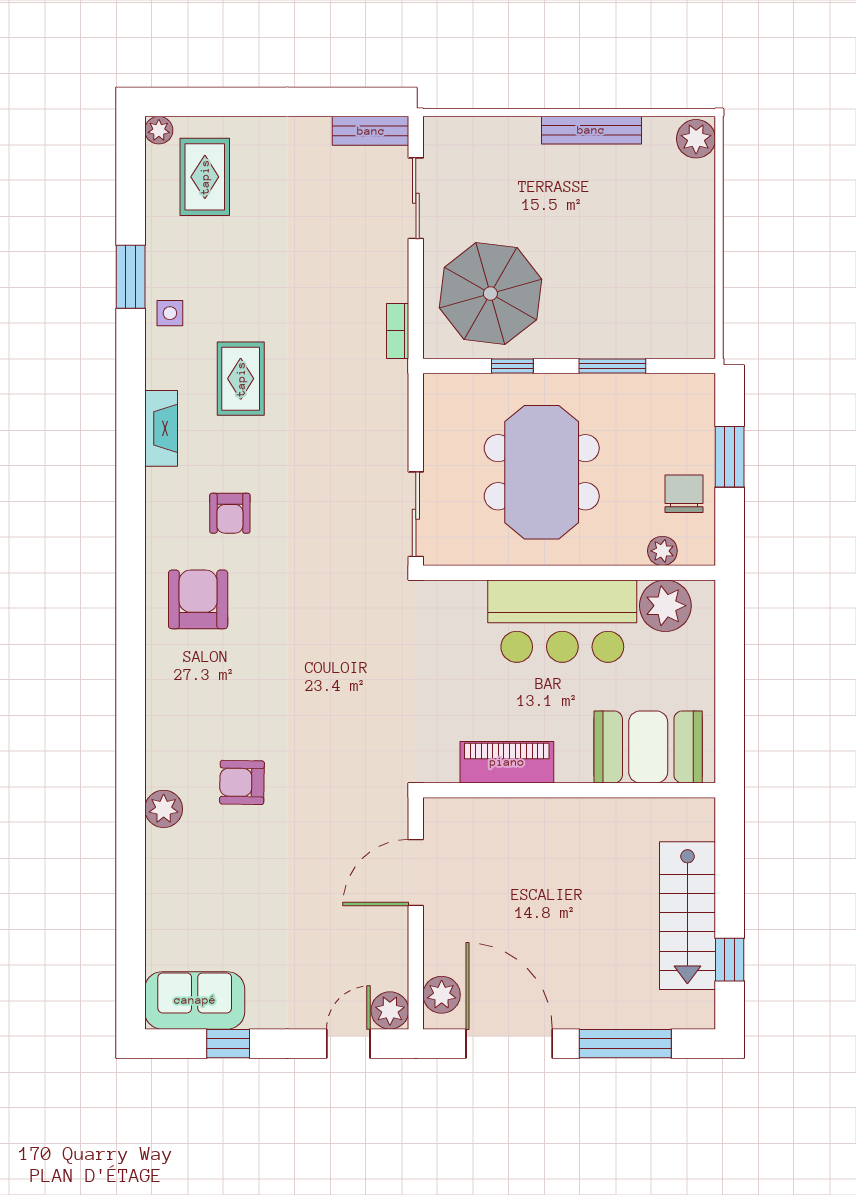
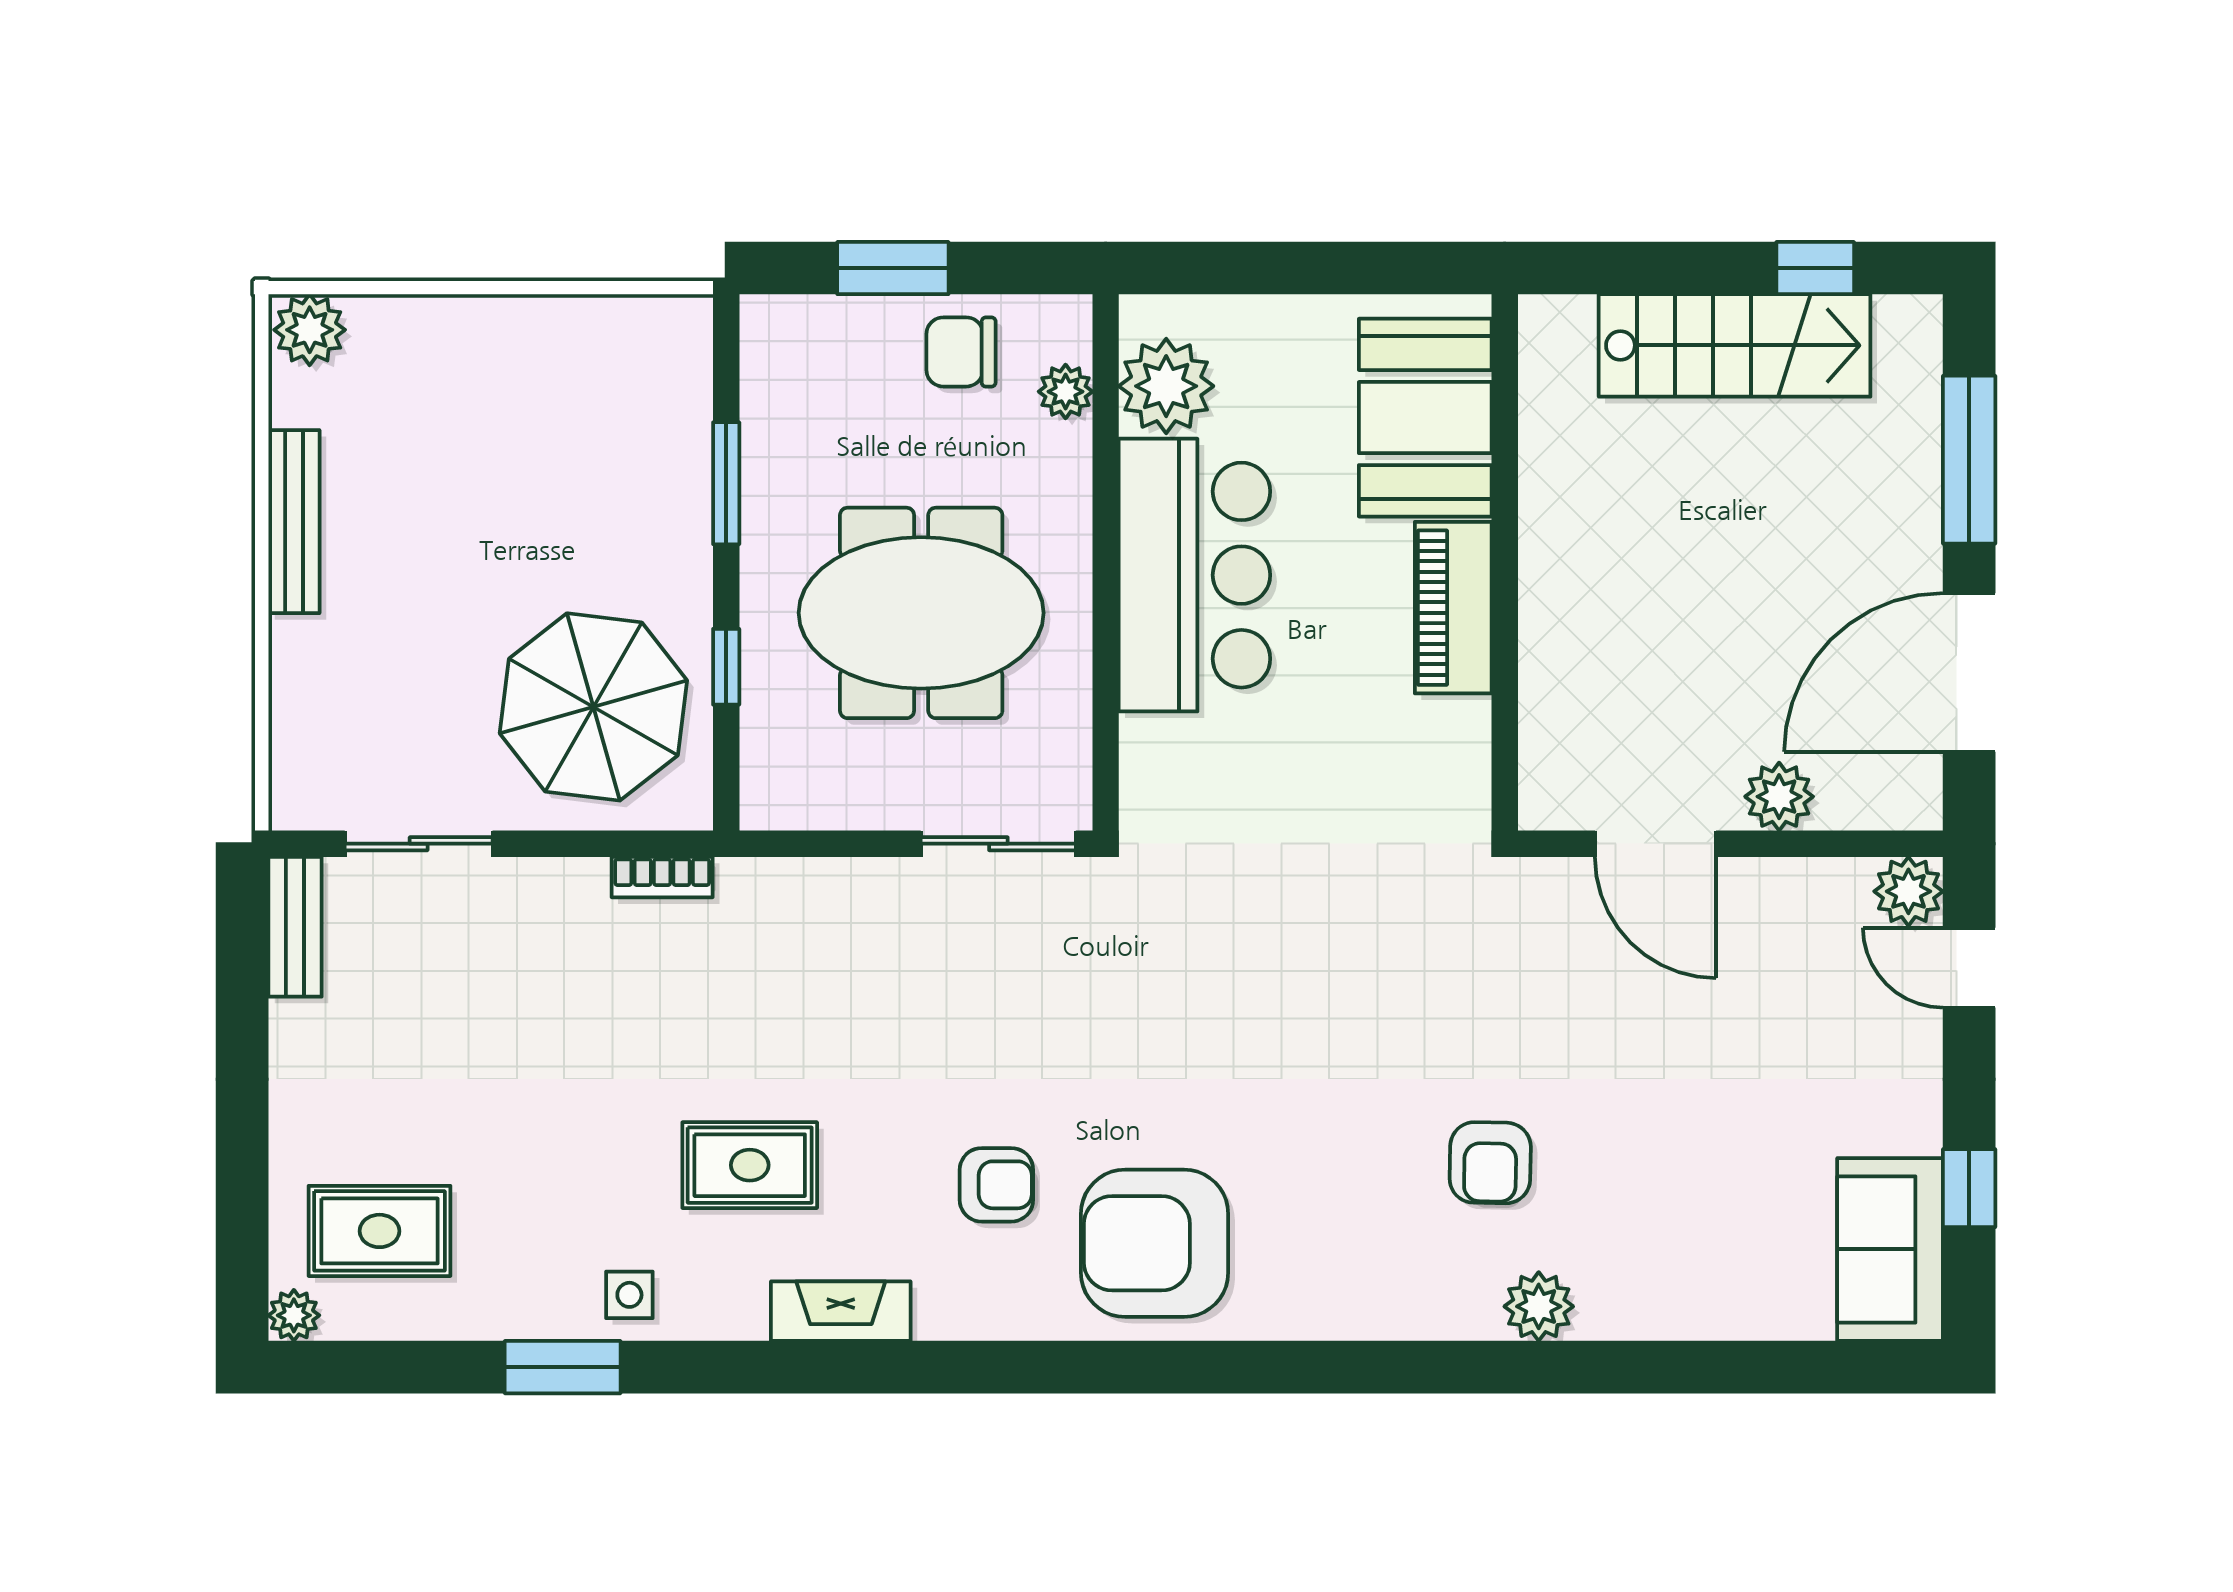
armchair: (198, 599) -> (1155, 1243), width x1.36, depth x1.36
piano: (507, 762) -> (1453, 608), moved
plant: (442, 995) -> (1779, 797), moved

